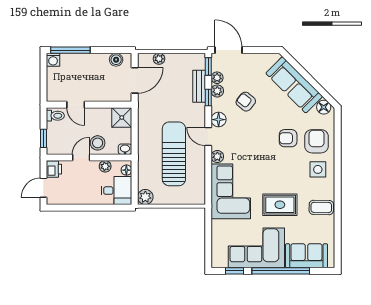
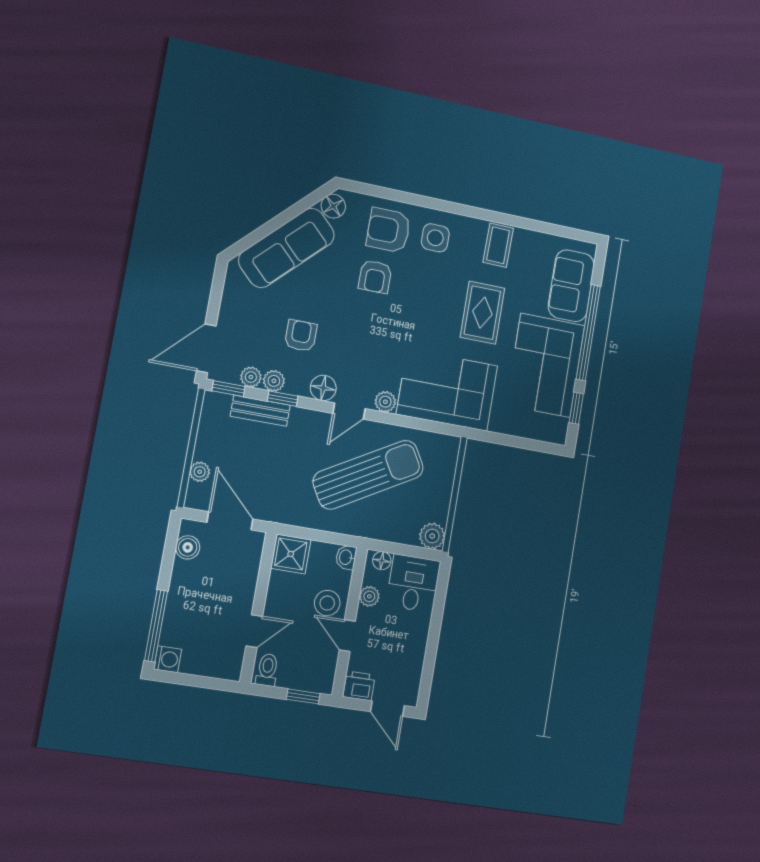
armchair: (246, 102) -> (301, 336), turned 141
sun lounger: (174, 154) -> (368, 475), turned 150

